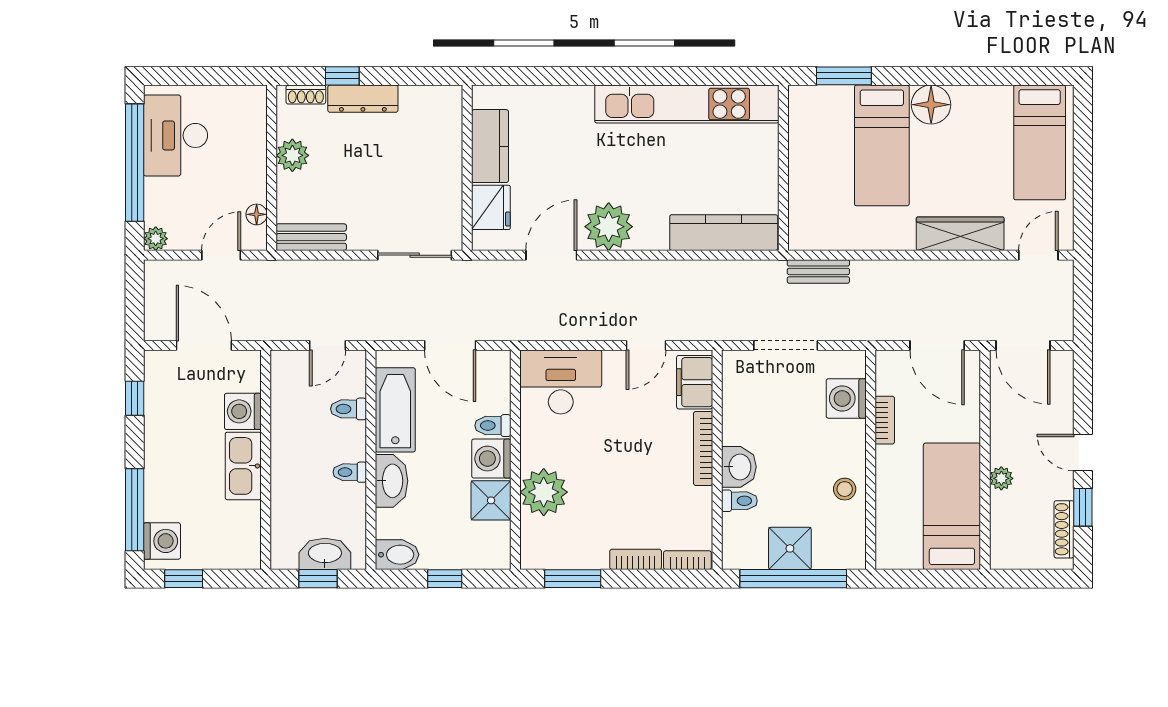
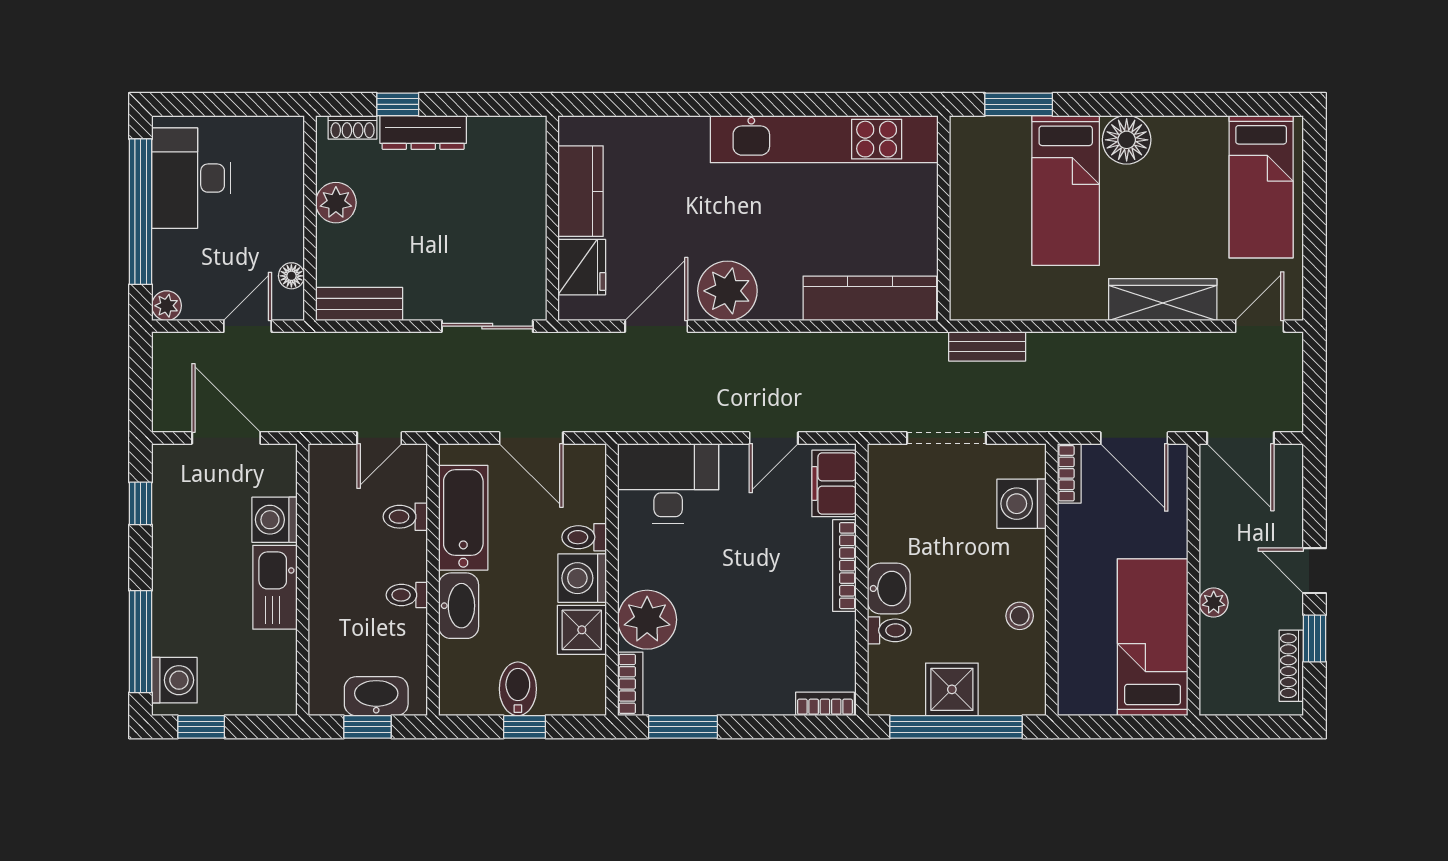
bookcase: (885, 420) -> (1069, 473), moved
bidet: (397, 555) -> (518, 689), moved, turned -90
bookcase: (636, 559) -> (630, 684), moved, turned 90

